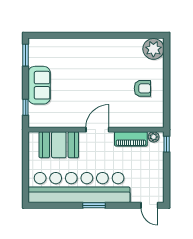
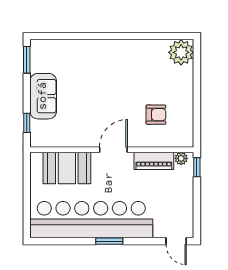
armchair: (142, 88) -> (156, 115), moved

